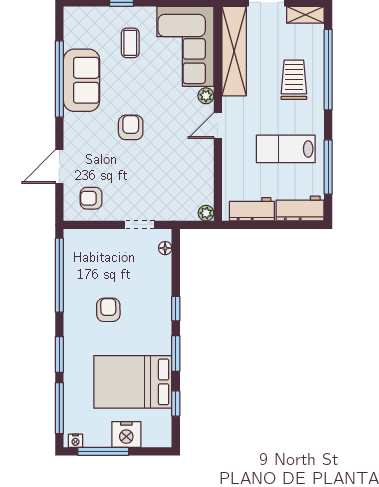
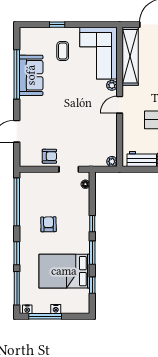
armchair: (131, 127) -> (63, 106), removed
armchair: (91, 198) -> (49, 156), moved, turned 180
nightstand: (126, 434) -> (56, 309), width x0.53, depth x0.56

